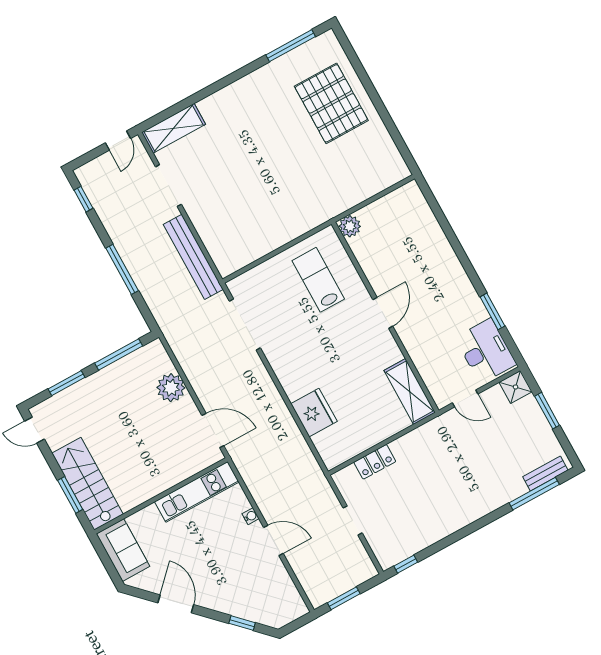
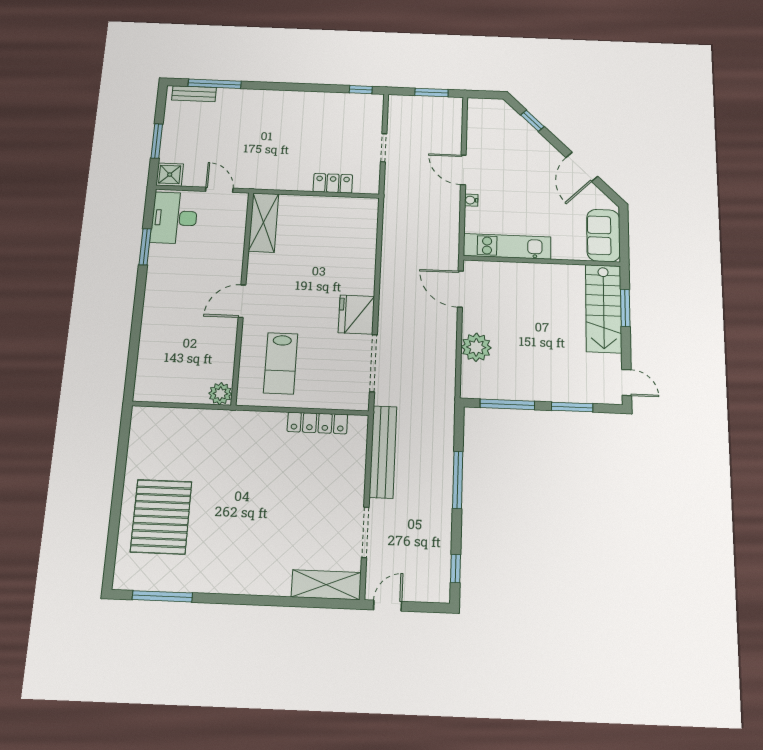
locker: (259, 249) -> (317, 423), added
fridge: (314, 413) -> (356, 315), moved

